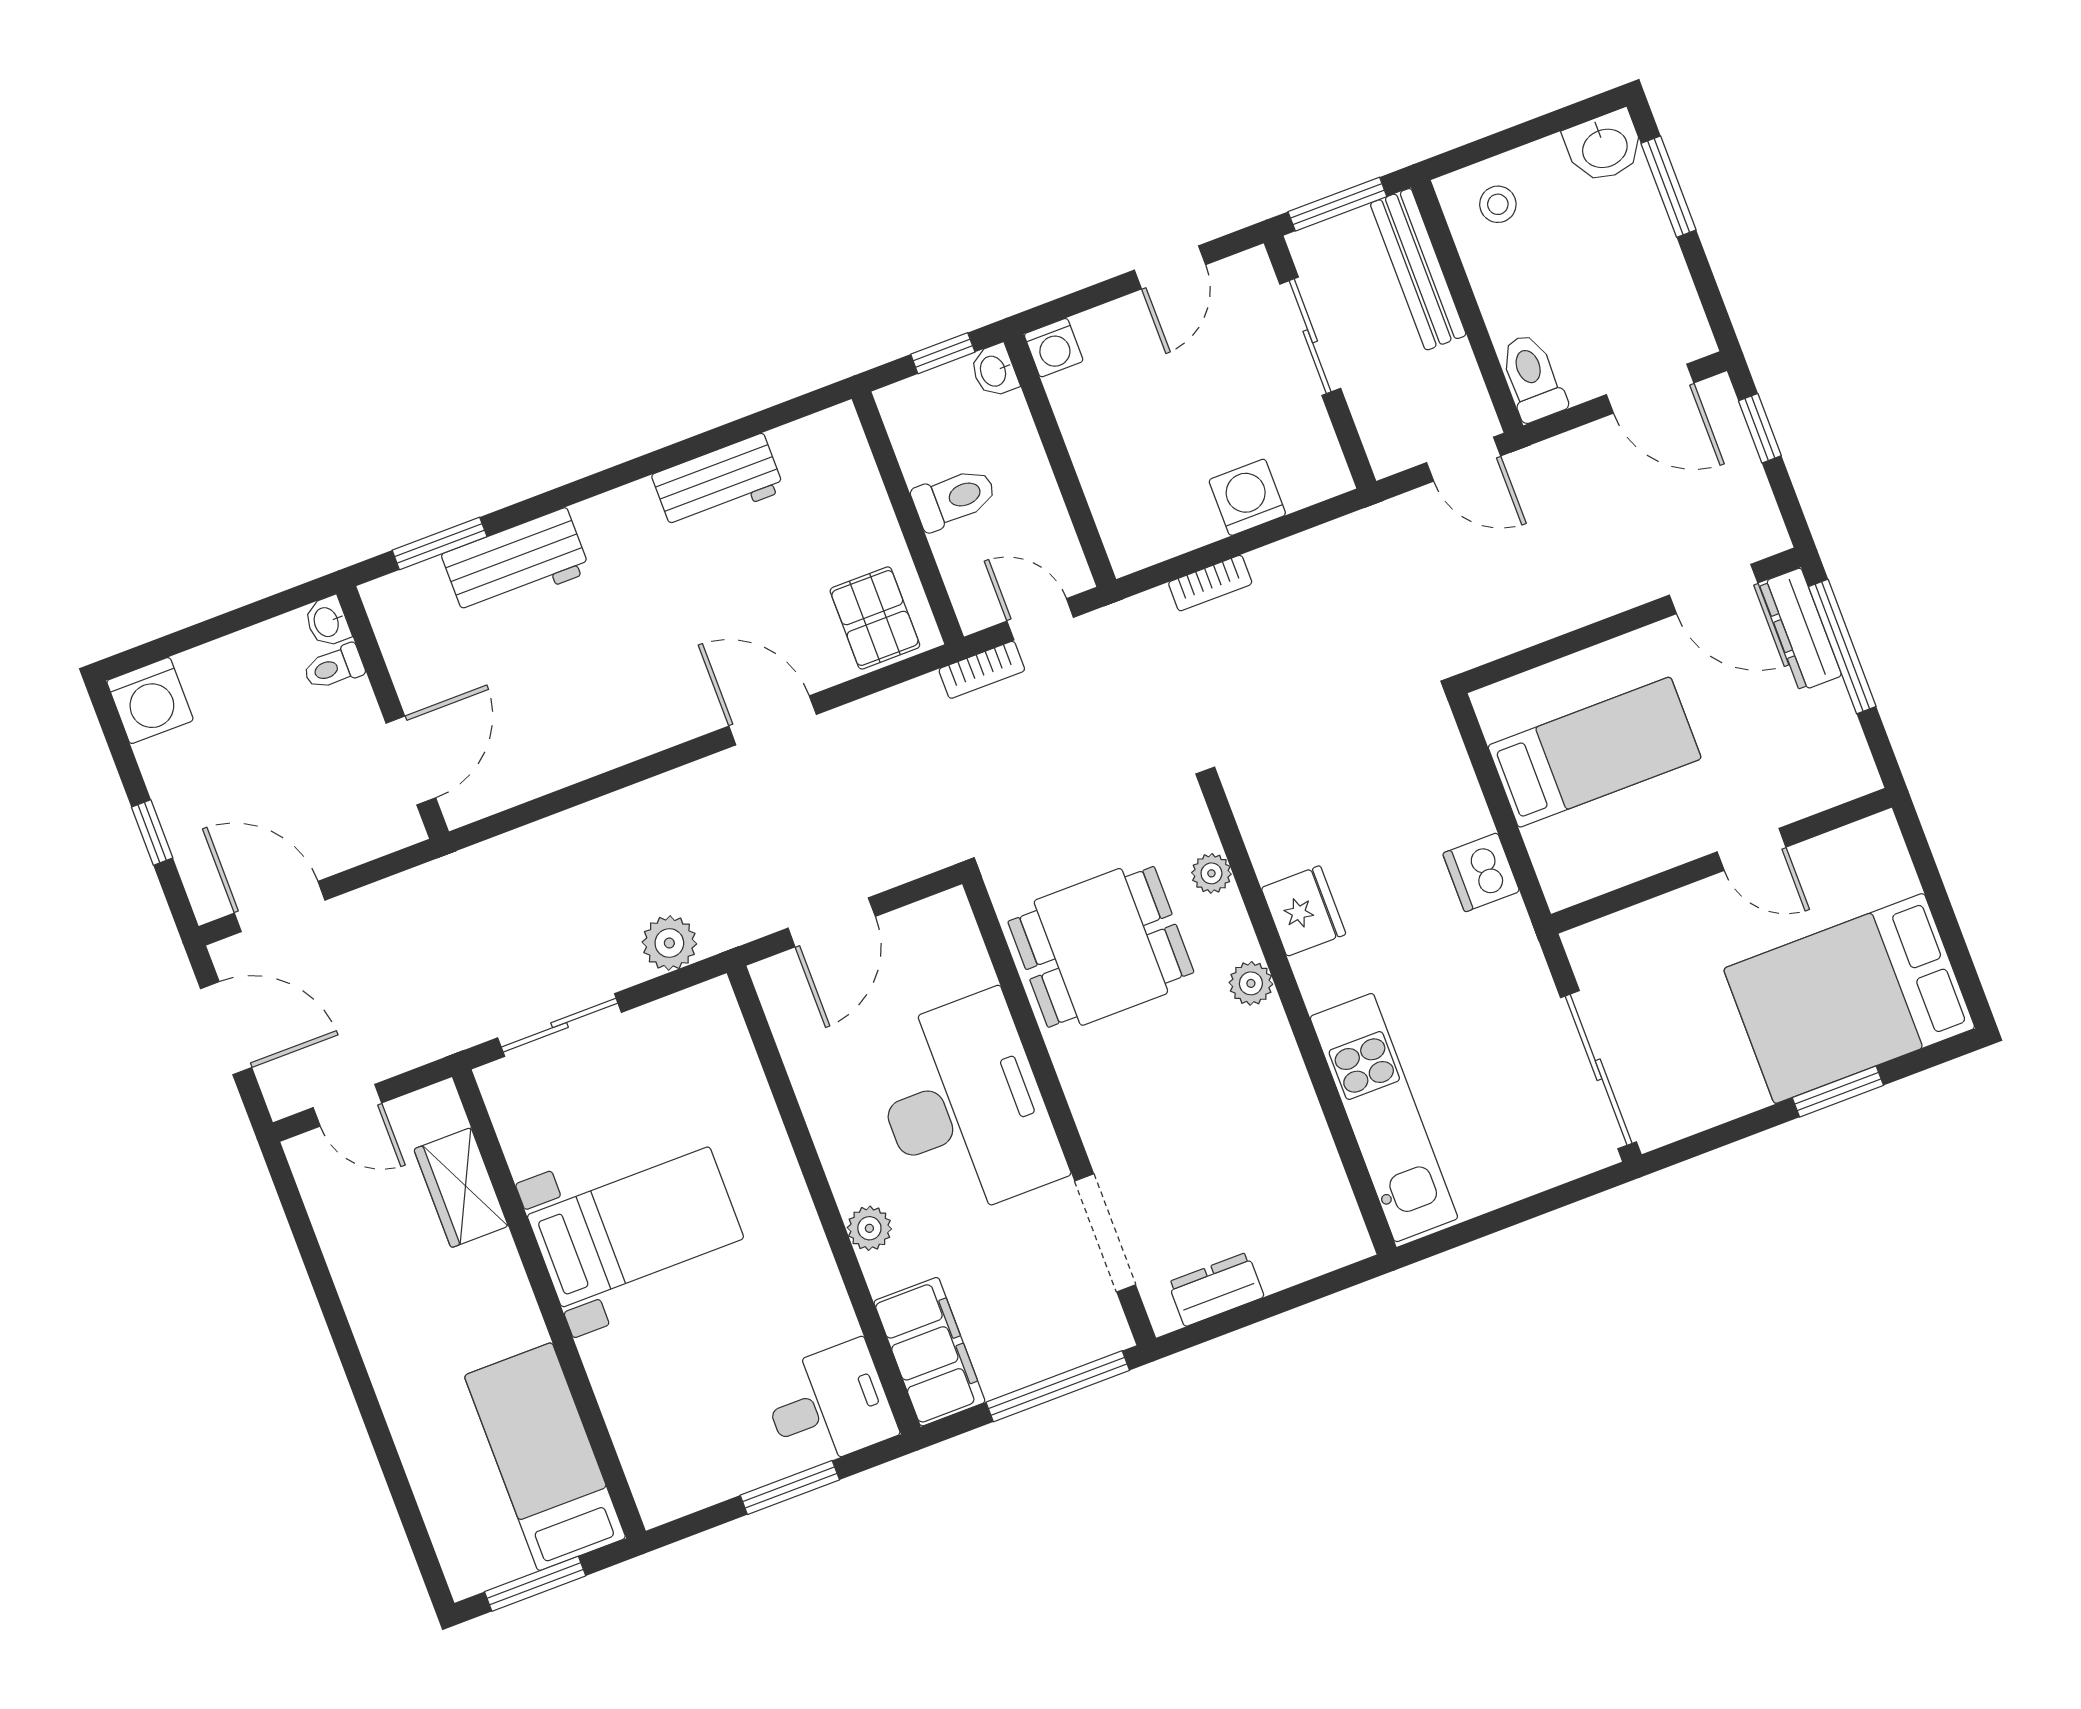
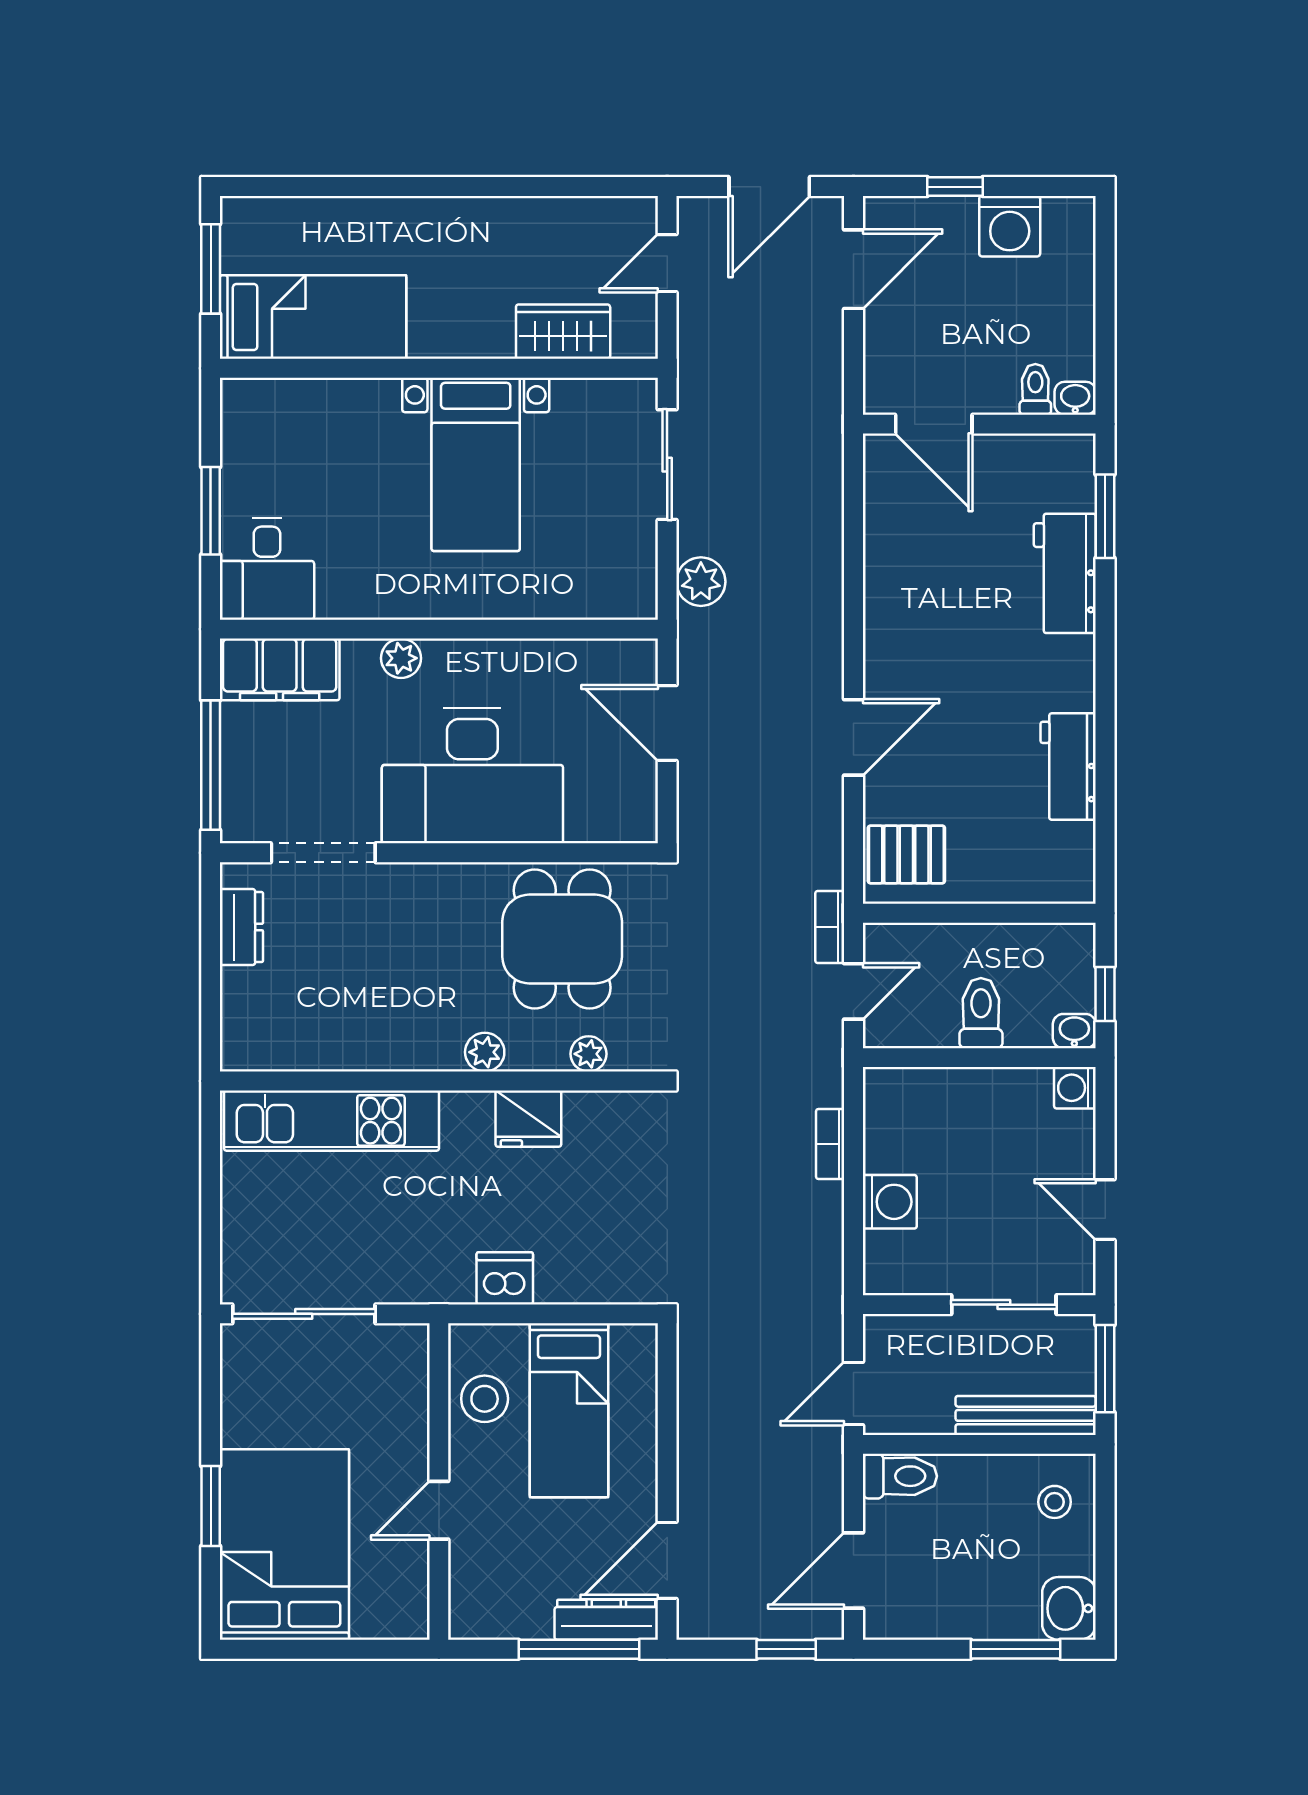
toilet: (954, 498) -> (981, 1013), moved, turned 180
washing machine: (150, 701) -> (1010, 226), moved, turned -90
stool: (1616, 846) -> (485, 1399), added

